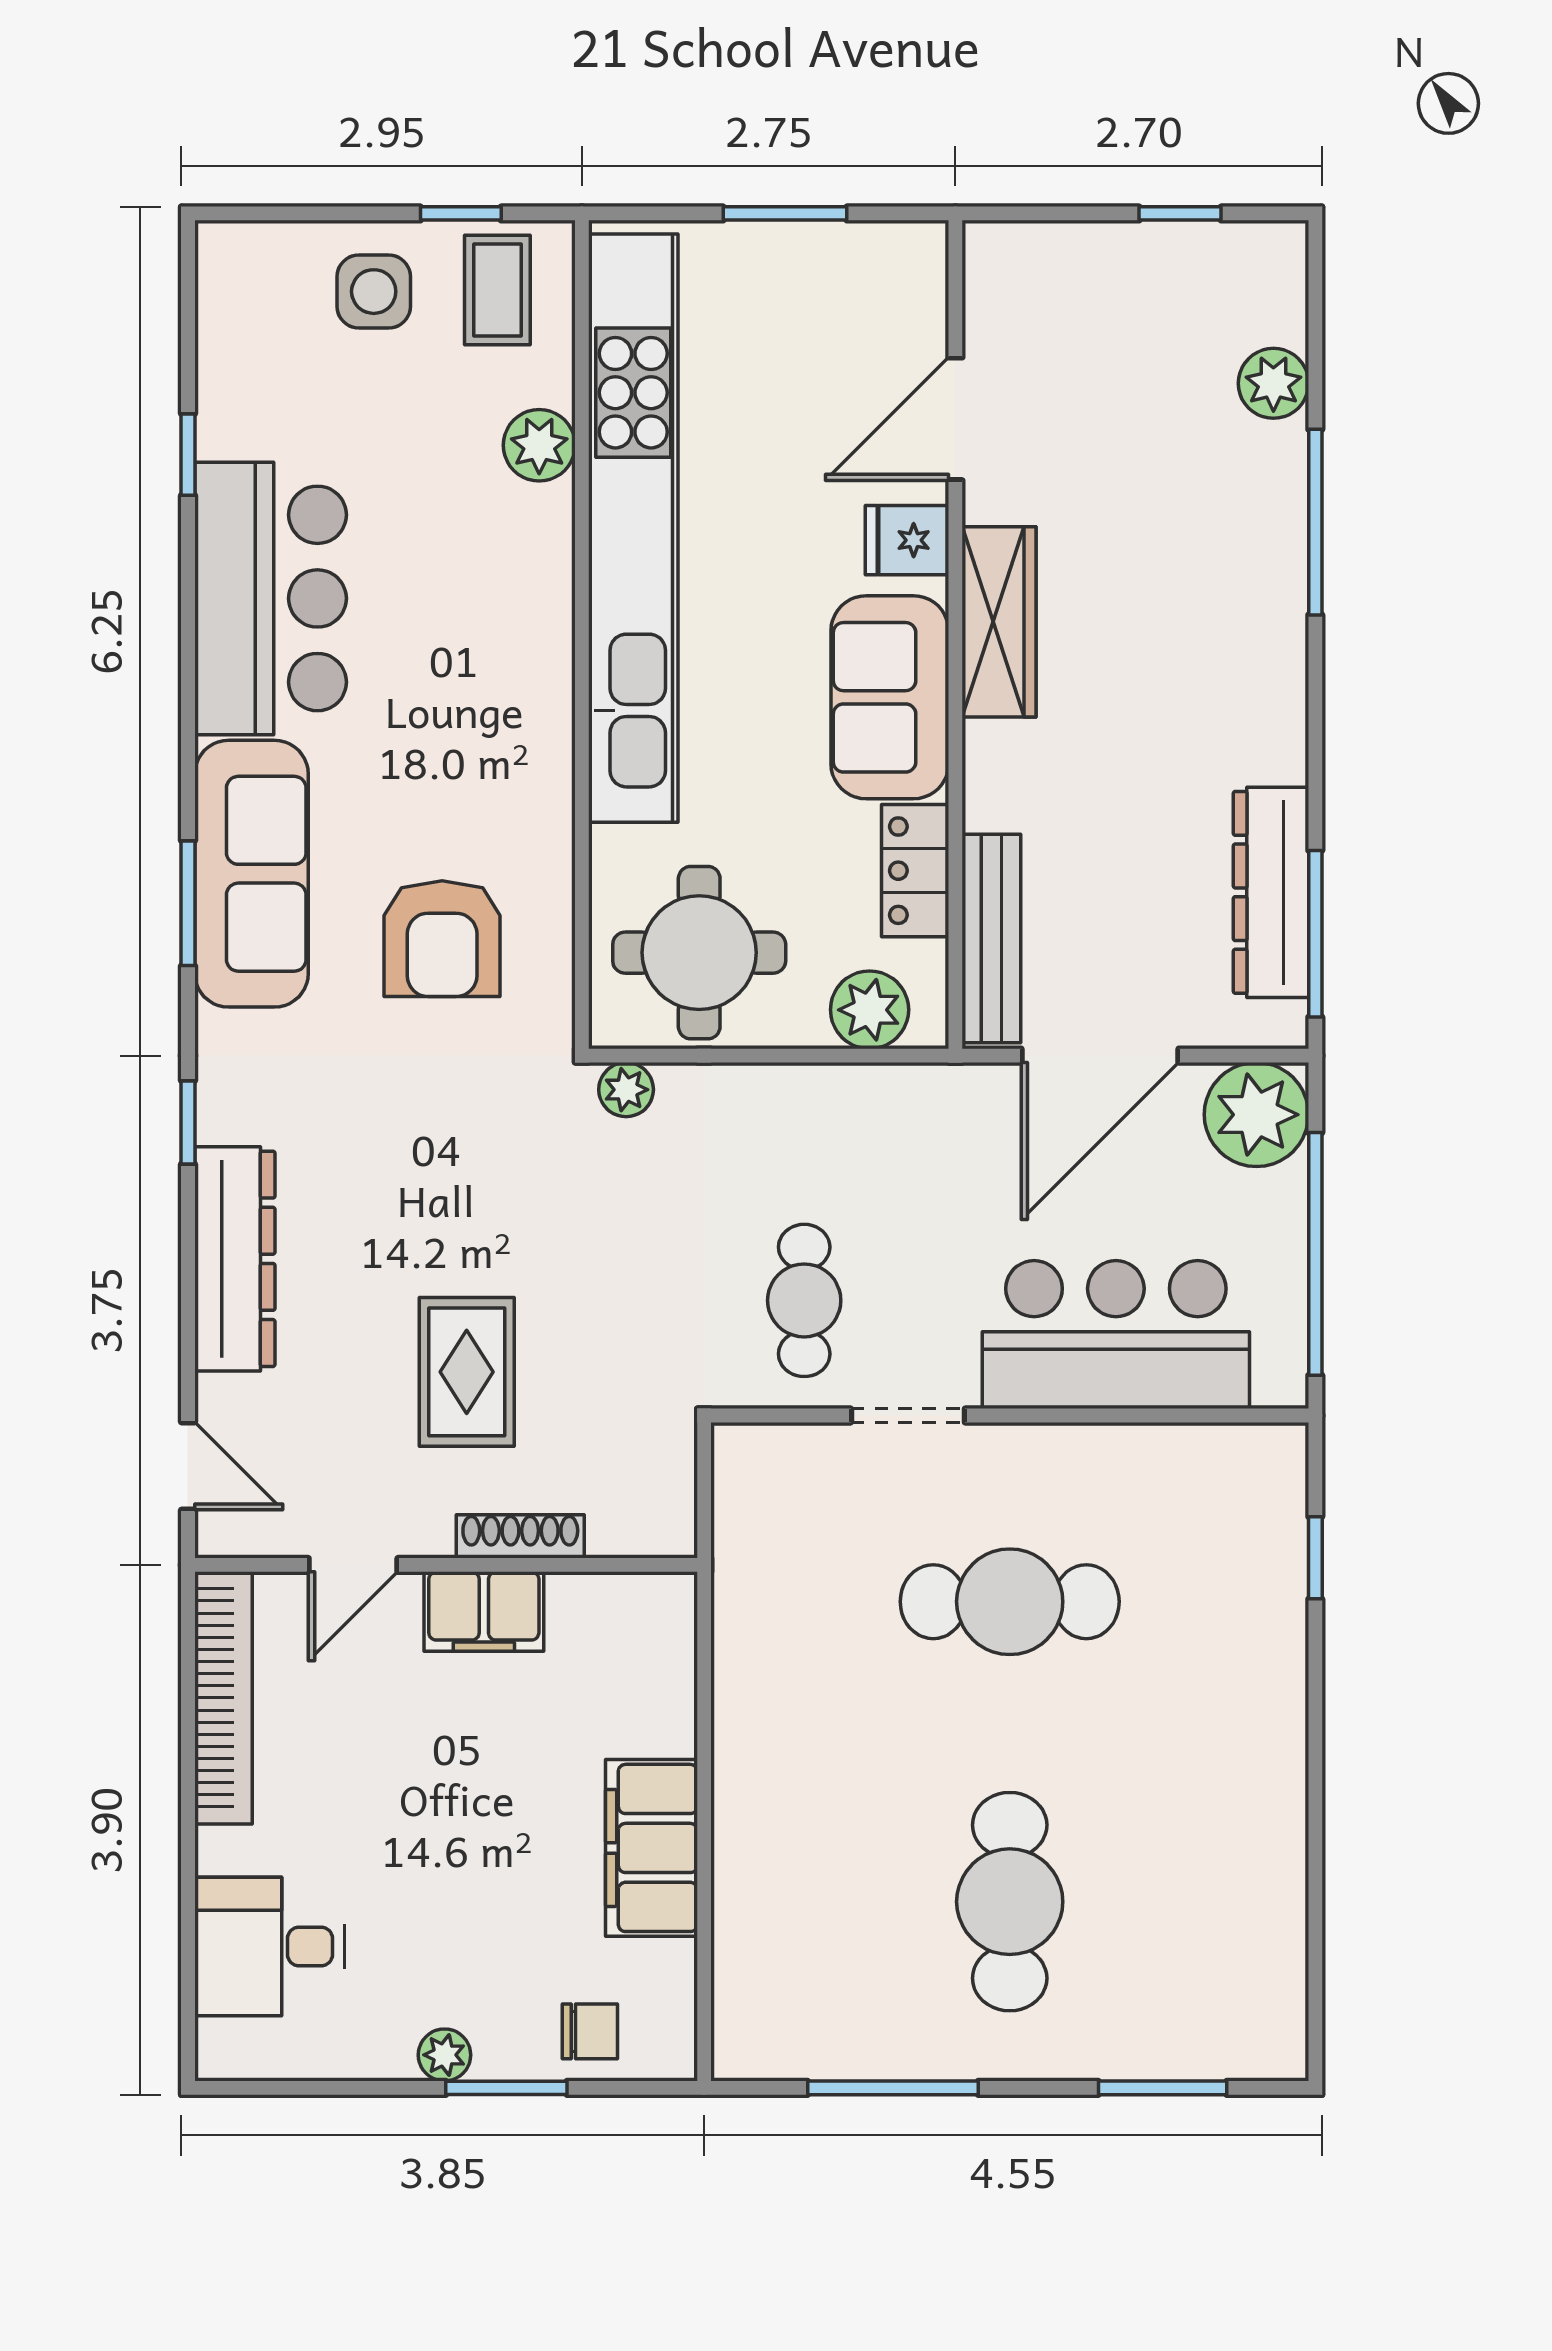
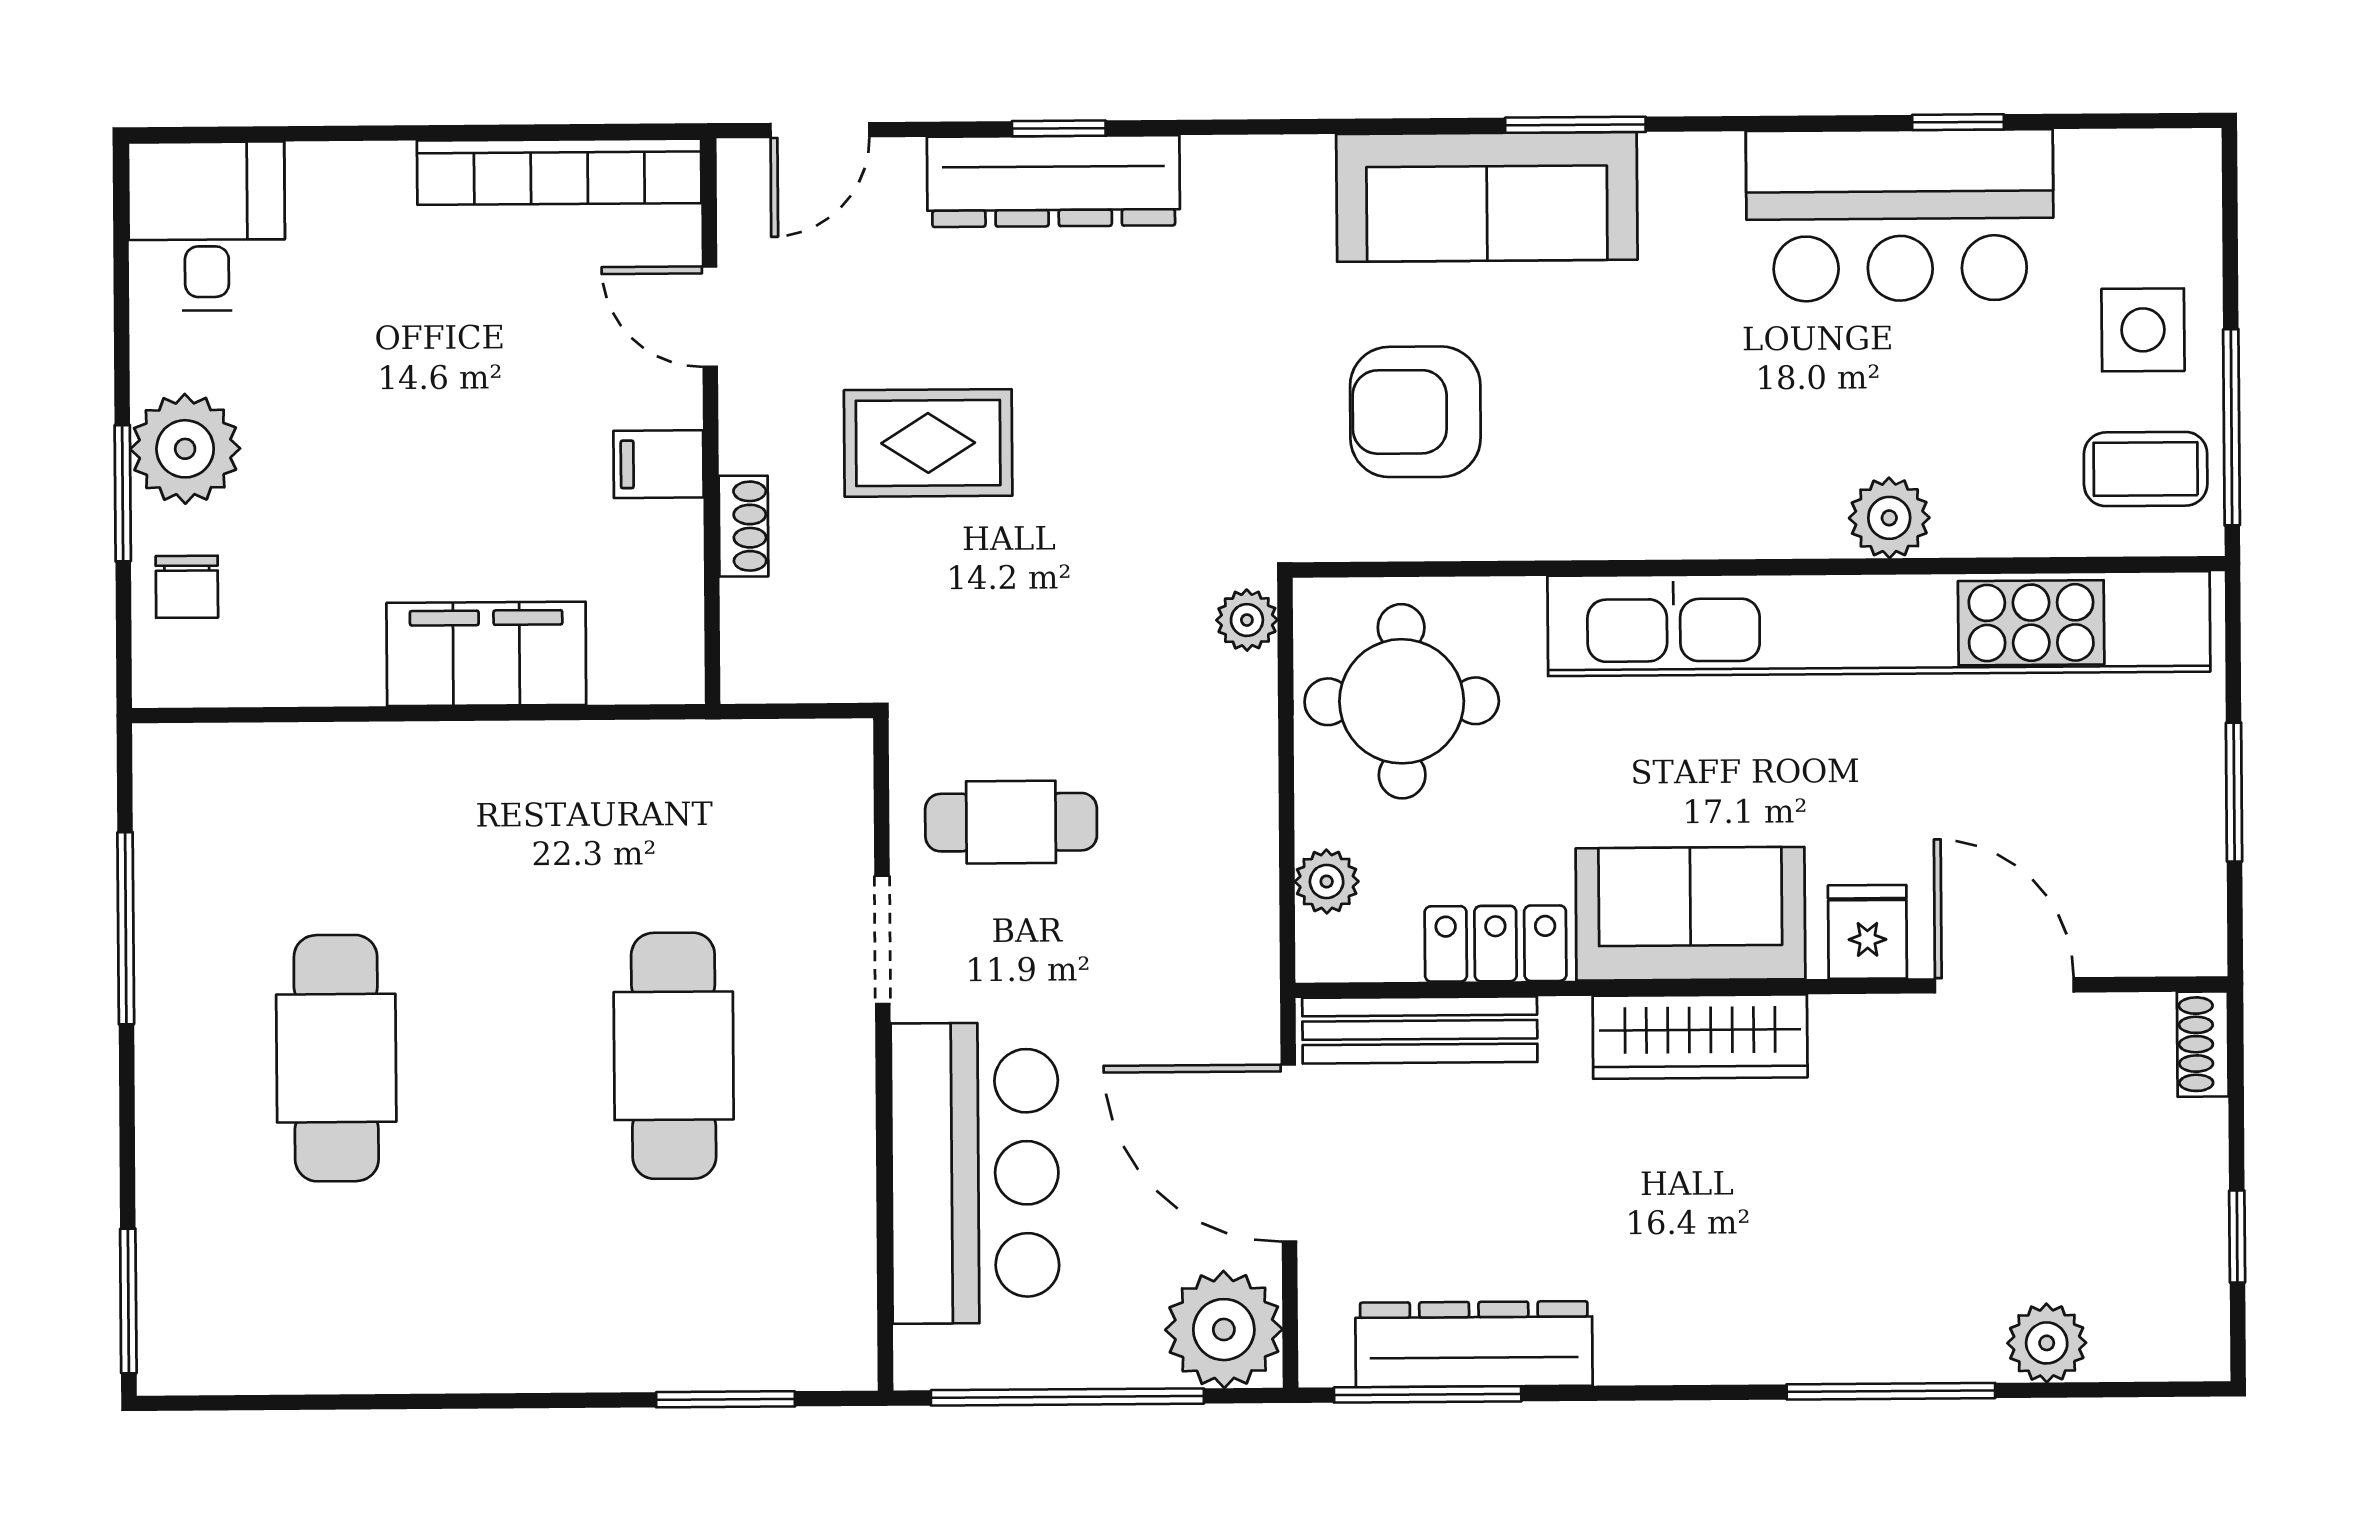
window: (461, 213) -> (2231, 427), width x2.17
shoe rack: (1009, 243) -> (2203, 1044), added
plant: (539, 445) -> (1889, 518), moved
bar counter: (271, 598) -> (1900, 215), moved
wardrobe: (999, 622) -> (1700, 1037), moved
window: (188, 903) -> (1575, 125), moved
plant: (870, 1010) -> (1327, 881), width x0.73, depth x0.73
window: (188, 1122) -> (1059, 128), moved
shoe rack: (520, 1536) -> (743, 526), width x0.70
window: (1315, 1558) -> (726, 1399), width x1.50
filing cabinet: (484, 1612) -> (659, 464), width x0.50
filing cabinet: (651, 1848) -> (486, 654), moved
cafe table: (1010, 1902) -> (336, 1058), turned 90
desk: (270, 1946) -> (207, 226), moved
plant: (444, 2055) -> (185, 449), width x1.88, depth x1.88
window: (1163, 2088) -> (128, 1301), moved

